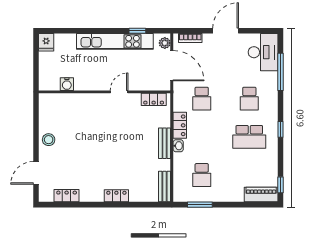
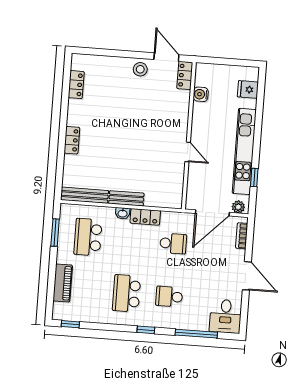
fridge: (46, 42) -> (248, 89), moved
desk: (263, 52) -> (225, 316), width x0.73
locker: (154, 99) -> (185, 75), moved
school desk: (202, 99) -> (173, 243), turned 180
window: (281, 129) -> (146, 330), moved
door: (36, 173) -> (166, 57), moved
school desk: (202, 175) -> (88, 237), width x1.85
bench: (165, 186) -> (85, 195), width x1.36
piano: (261, 194) -> (63, 283), moved

